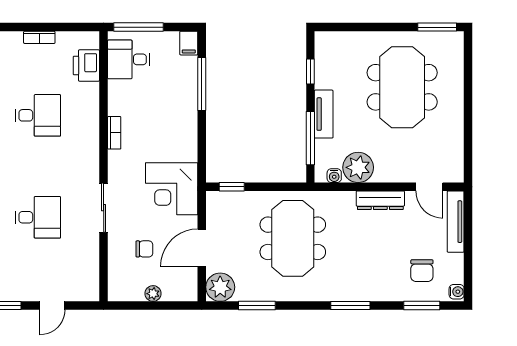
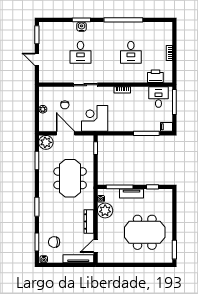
meeting table: (293, 238) -> (70, 178), turned 90

